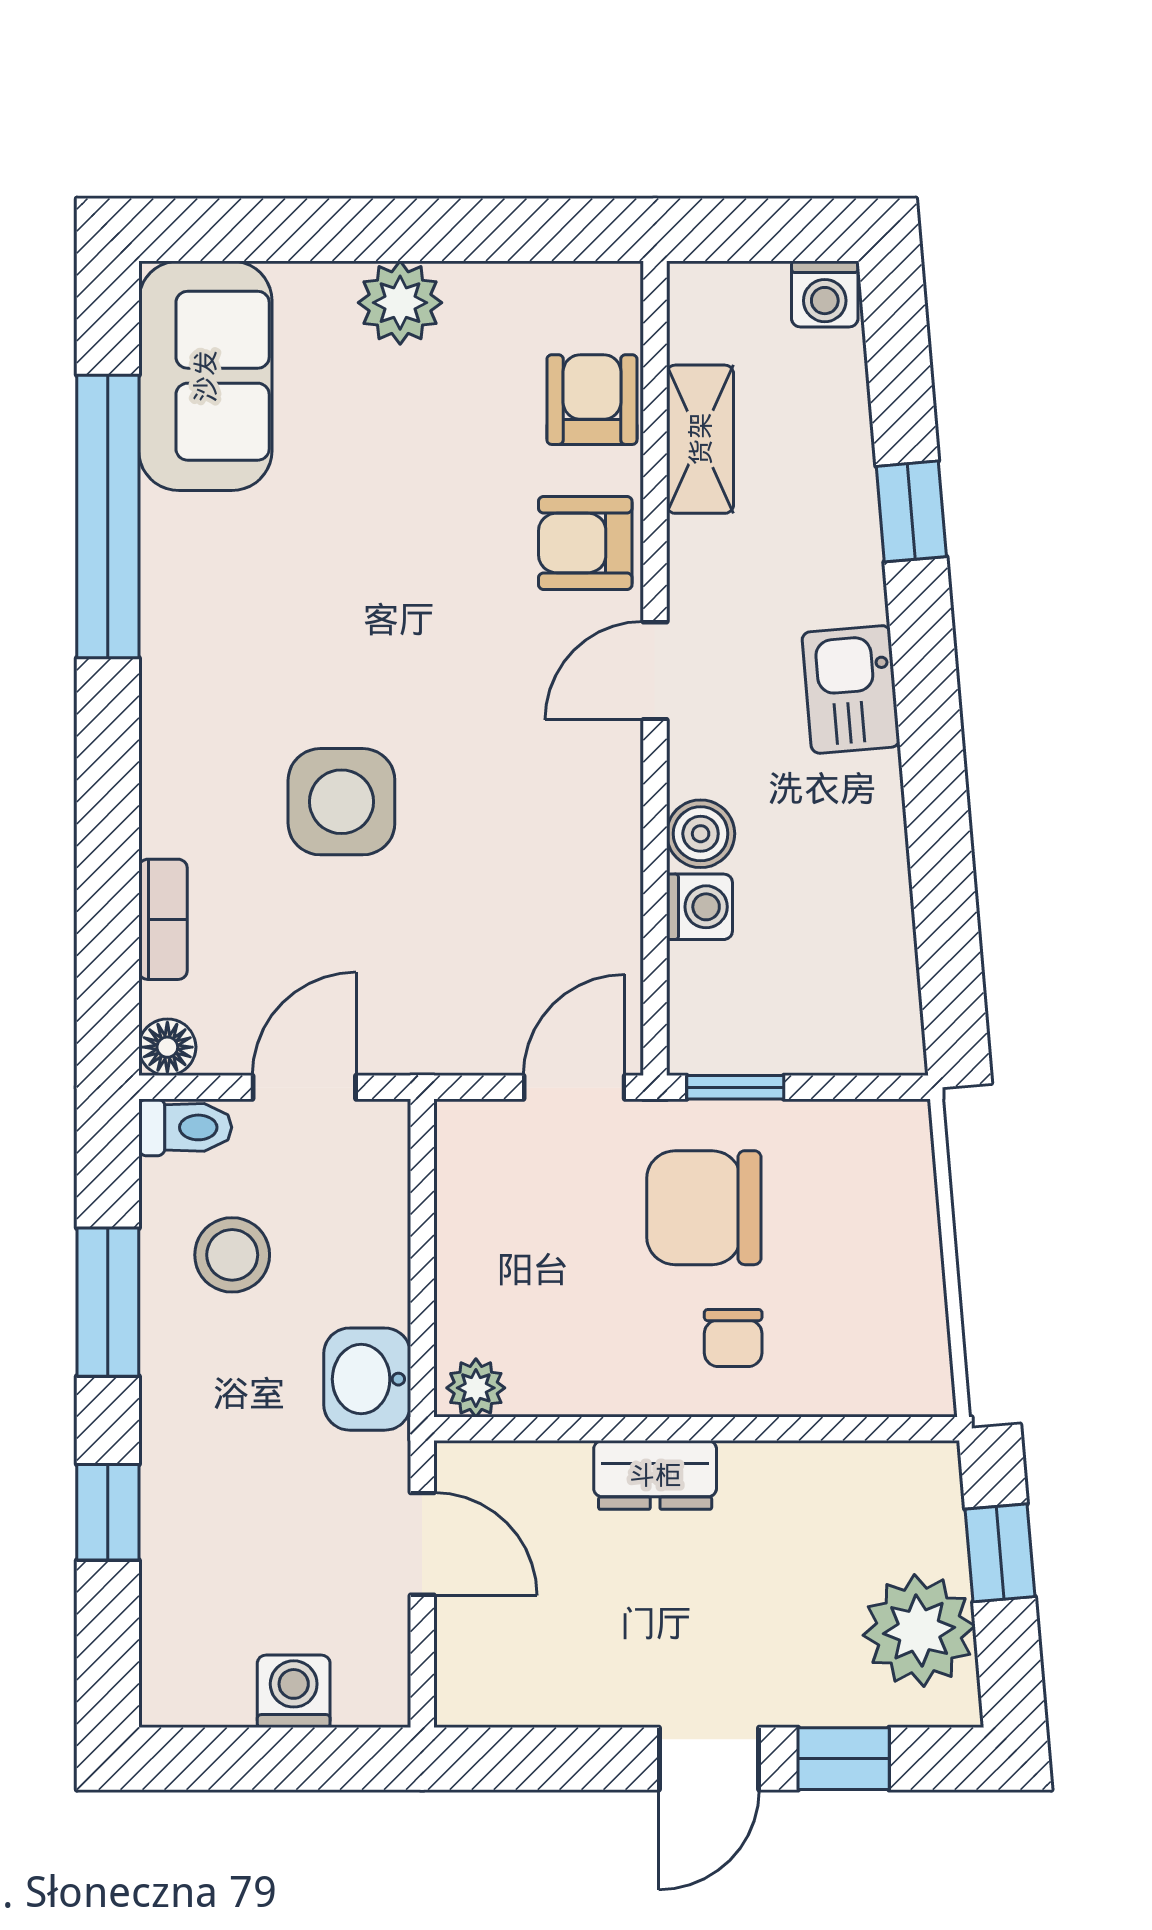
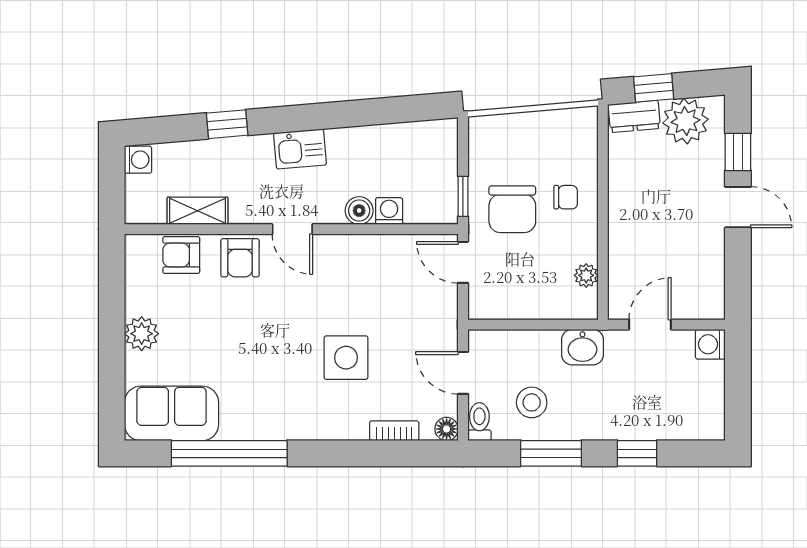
plant: (476, 1388) -> (586, 275), moved
dresser: (655, 1475) -> (634, 116), moved, turned 85
washing machine: (294, 1691) -> (710, 344), moved

